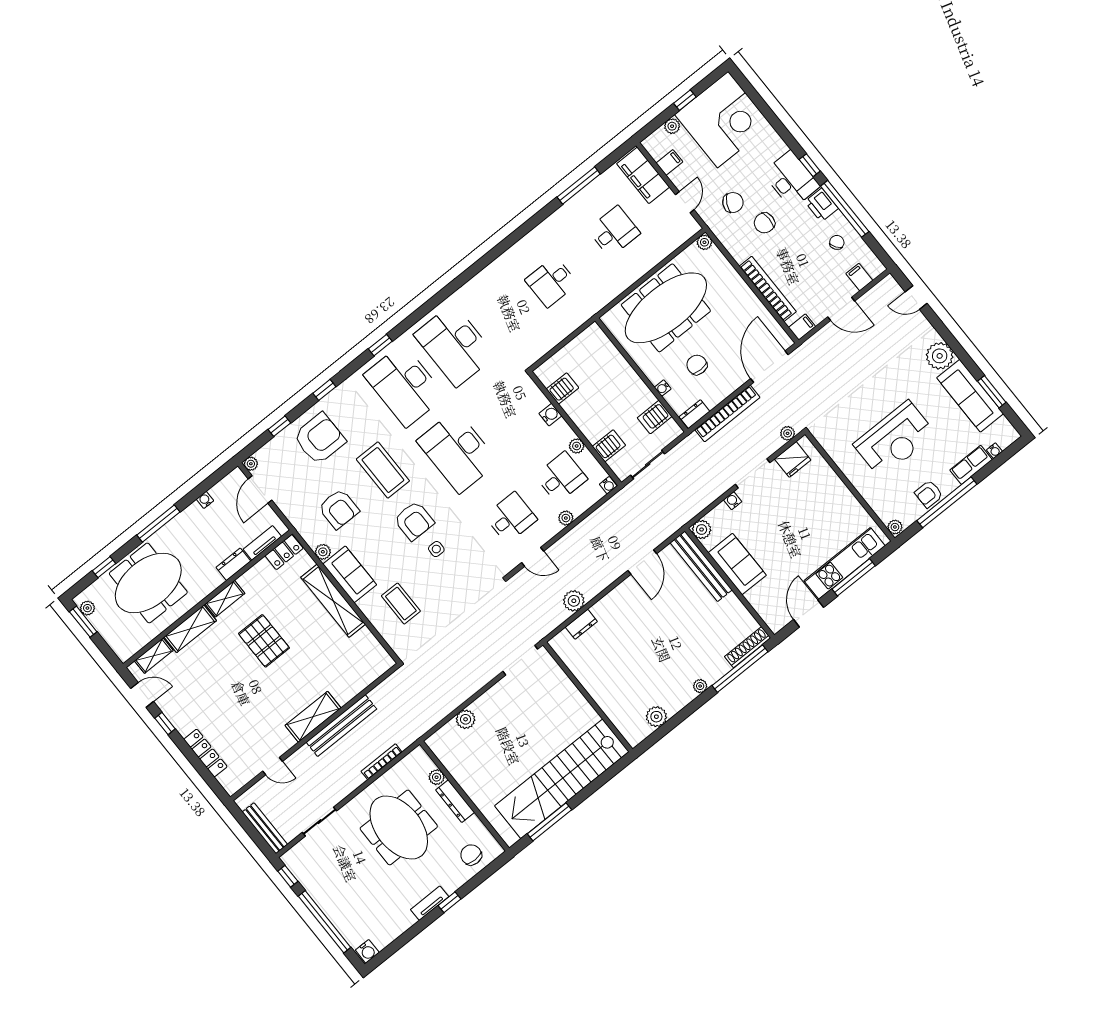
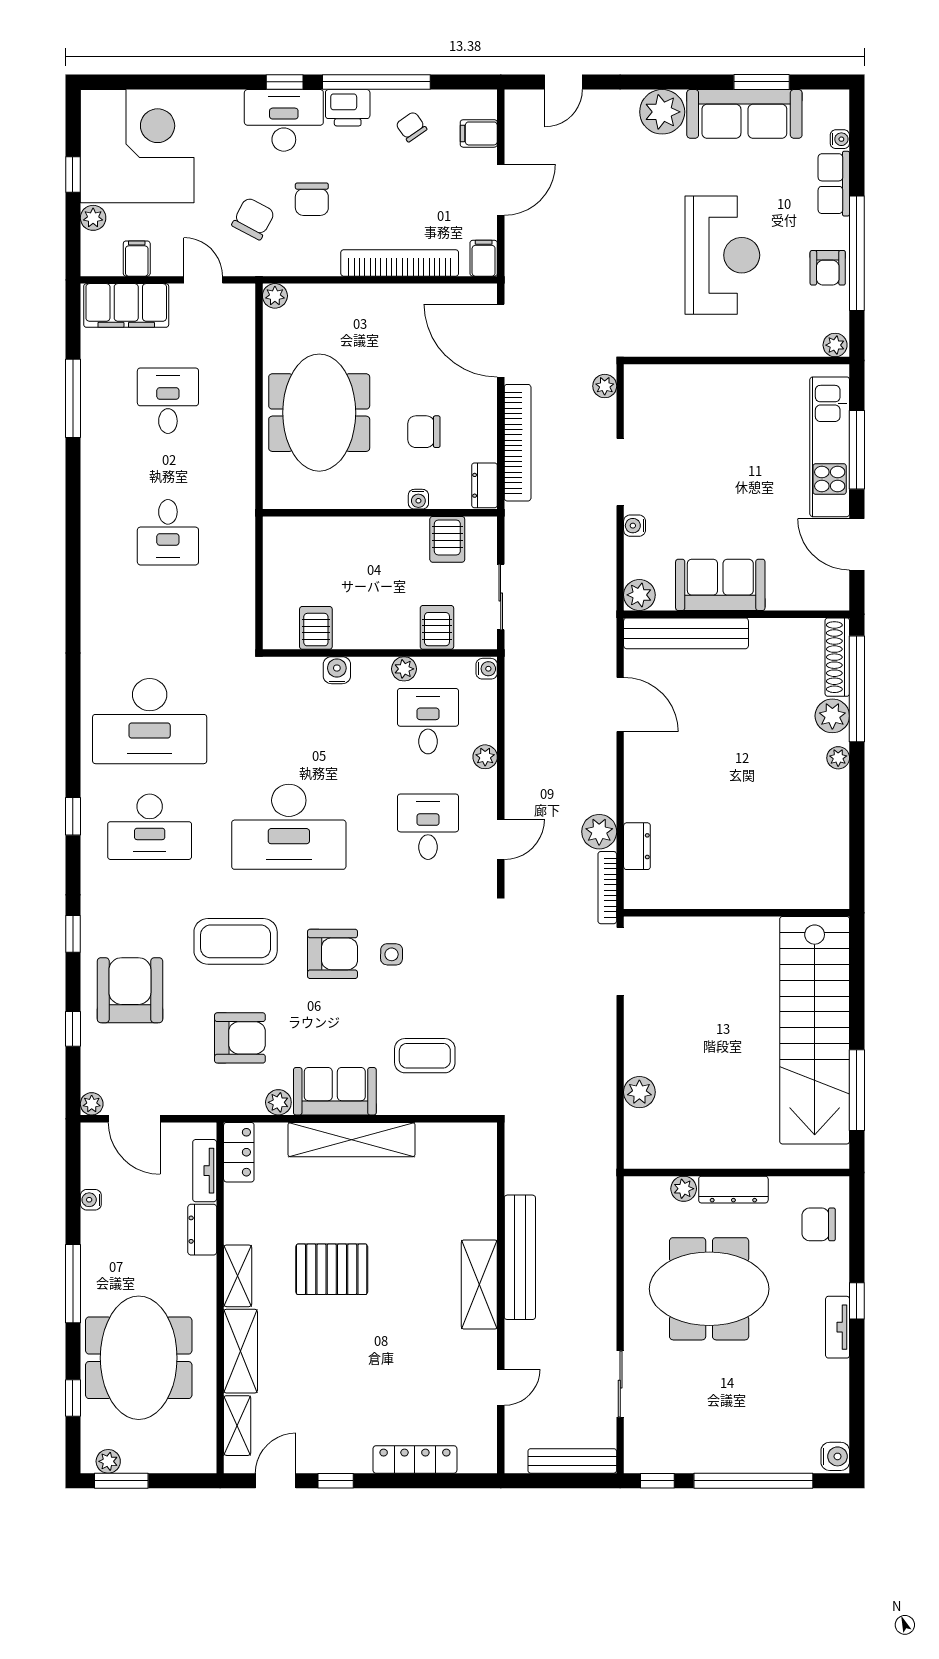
meeting table: (666, 308) -> (319, 413), width x0.73
desk: (405, 385) -> (150, 827), width x0.73, depth x0.77
fridge: (793, 459) -> (643, 406), removed
plant: (656, 717) -> (832, 716), moved
bookcase: (382, 762) -> (607, 888), moved

